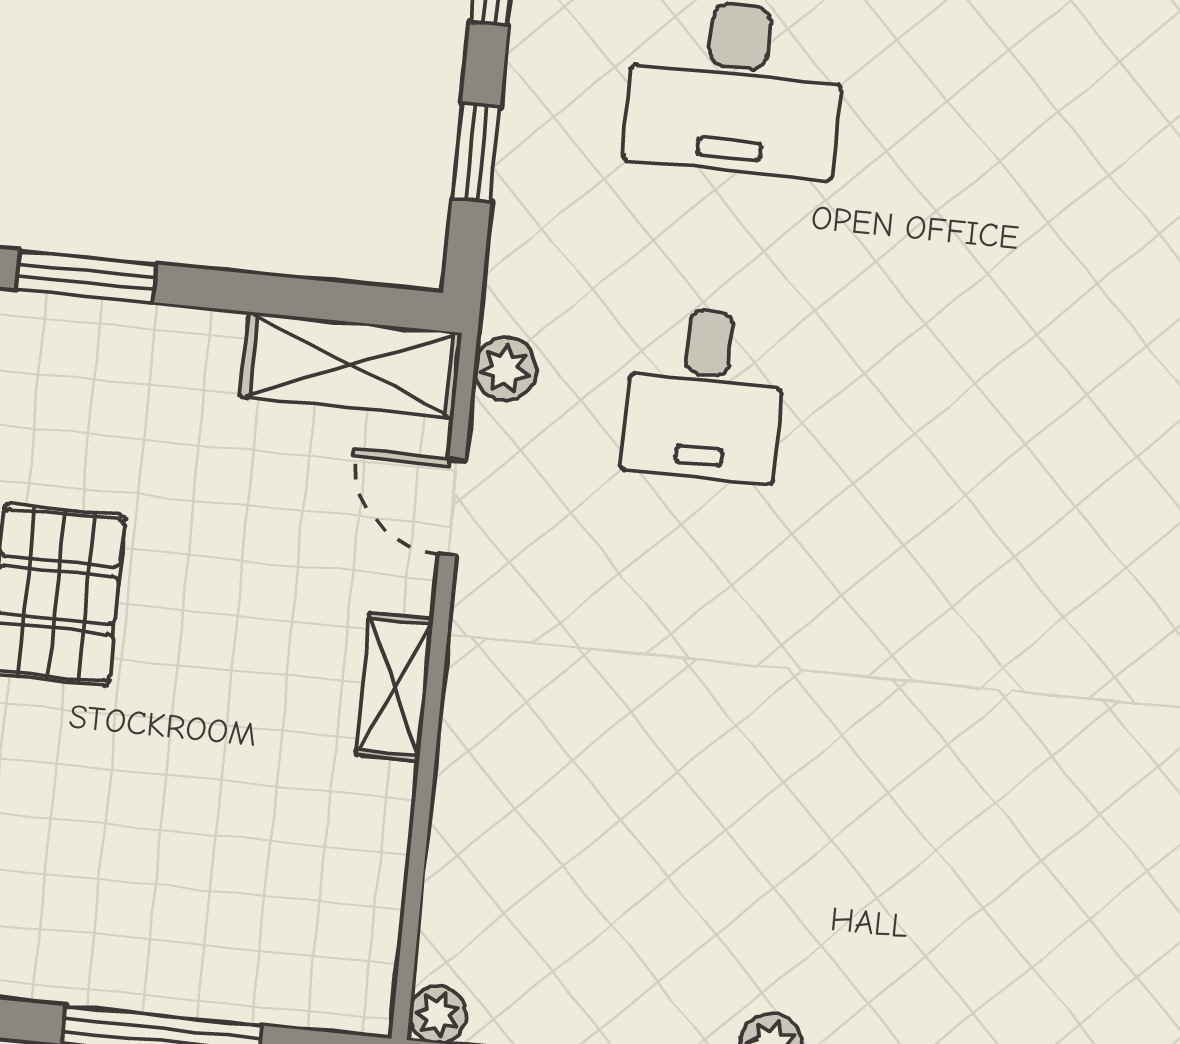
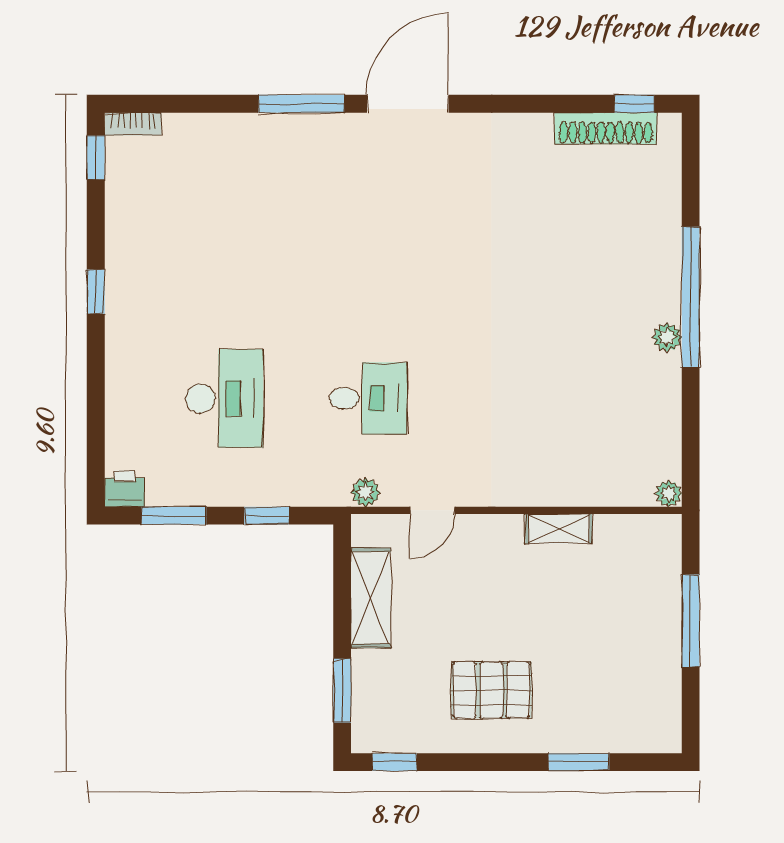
shelving: (351, 365) -> (371, 598), moved
shelving: (394, 687) -> (559, 529), moved

